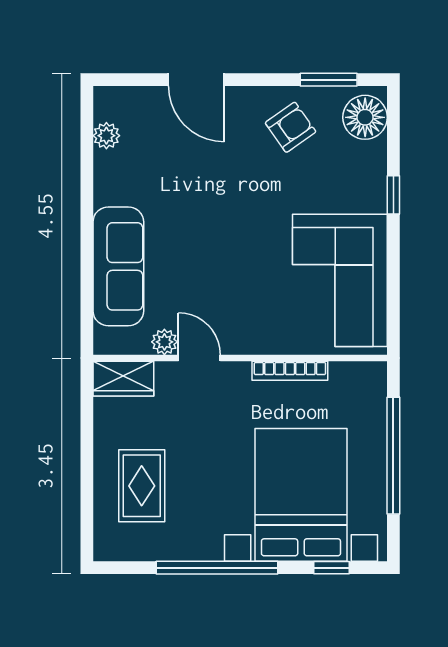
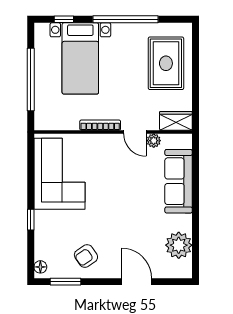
floor lamp: (365, 117) -> (40, 267), width x0.53, depth x0.53
plant: (106, 136) -> (179, 245), width x1.87, depth x1.87
bookcase: (290, 371) -> (100, 125), moved
rug: (142, 486) -> (166, 63), width x1.36, depth x1.43
bed with nightstands: (301, 495) -> (80, 58), width x0.73

